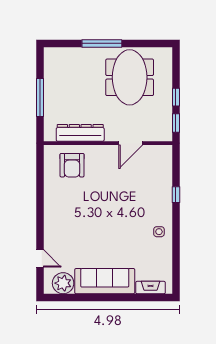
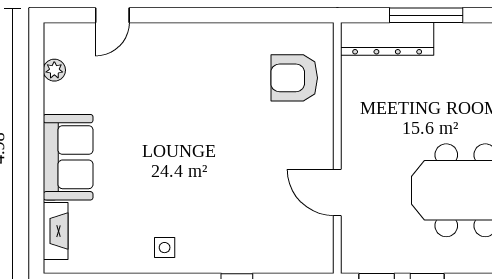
dresser: (80, 133) -> (387, 39), moved, turned 90
sofa: (105, 281) -> (68, 157), width x0.73
plant: (63, 283) -> (54, 70), width x0.53, depth x0.53

